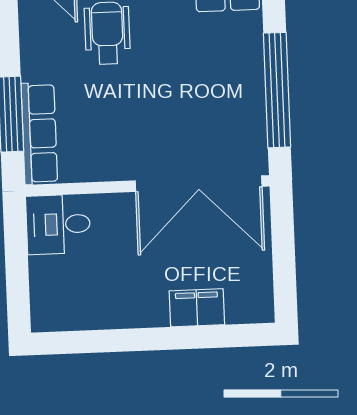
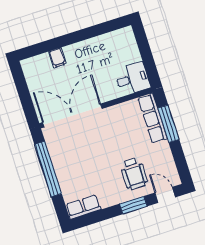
filing cabinet: (197, 308) -> (57, 58), width x0.50

